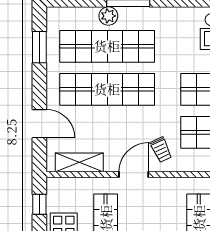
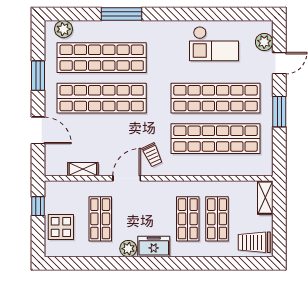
plant: (108, 16) -> (64, 29), moved
window: (39, 47) -> (38, 76), moved
shelving: (79, 162) -> (83, 169), width x0.67, depth x0.75

